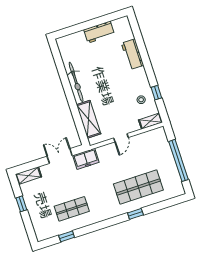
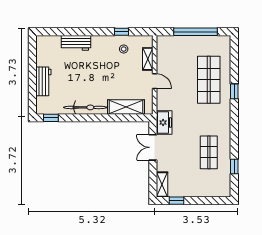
workbench: (99, 32) -> (43, 81), moved
window: (56, 54) -> (51, 118), added
shelving: (150, 121) -> (148, 59), moved
window: (21, 204) -> (176, 201), moved

